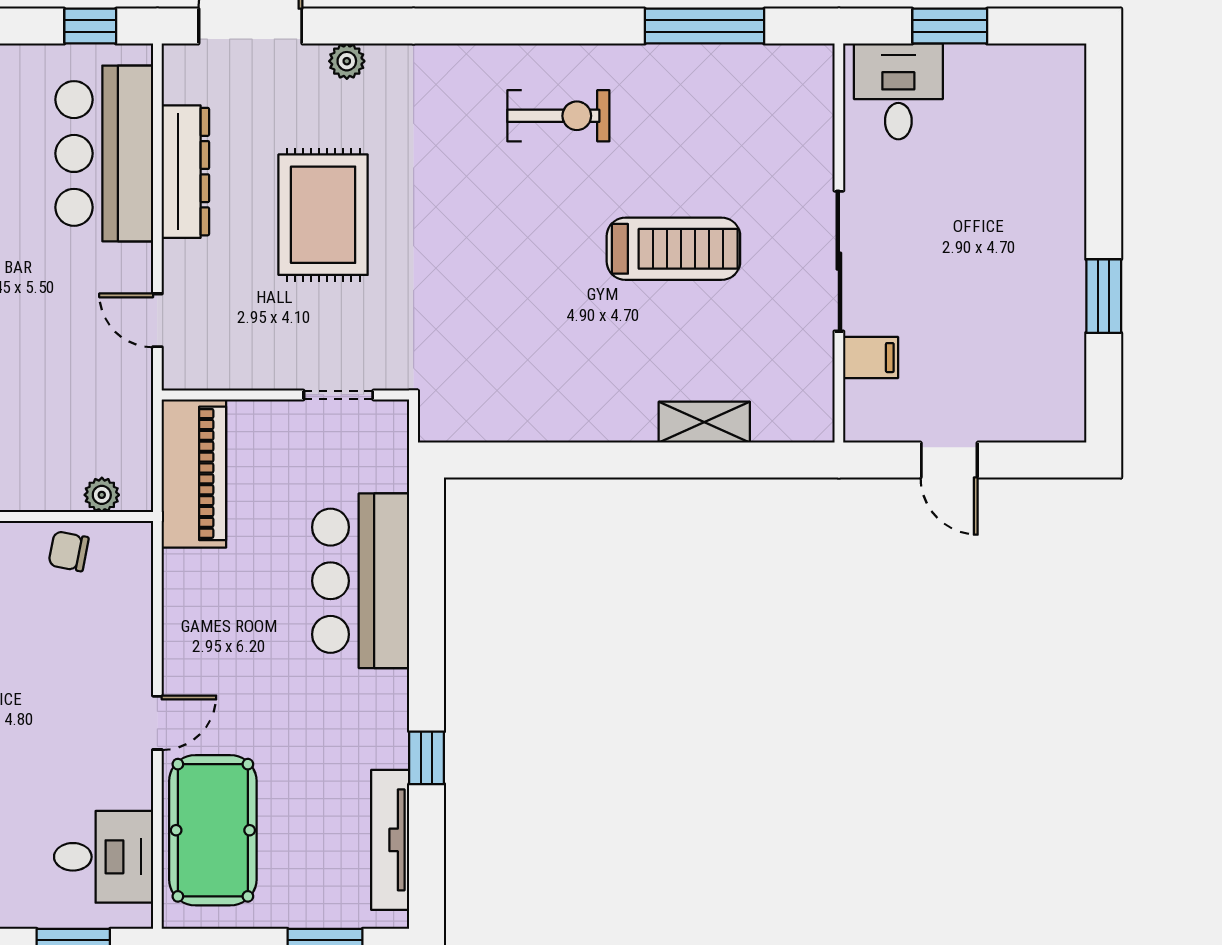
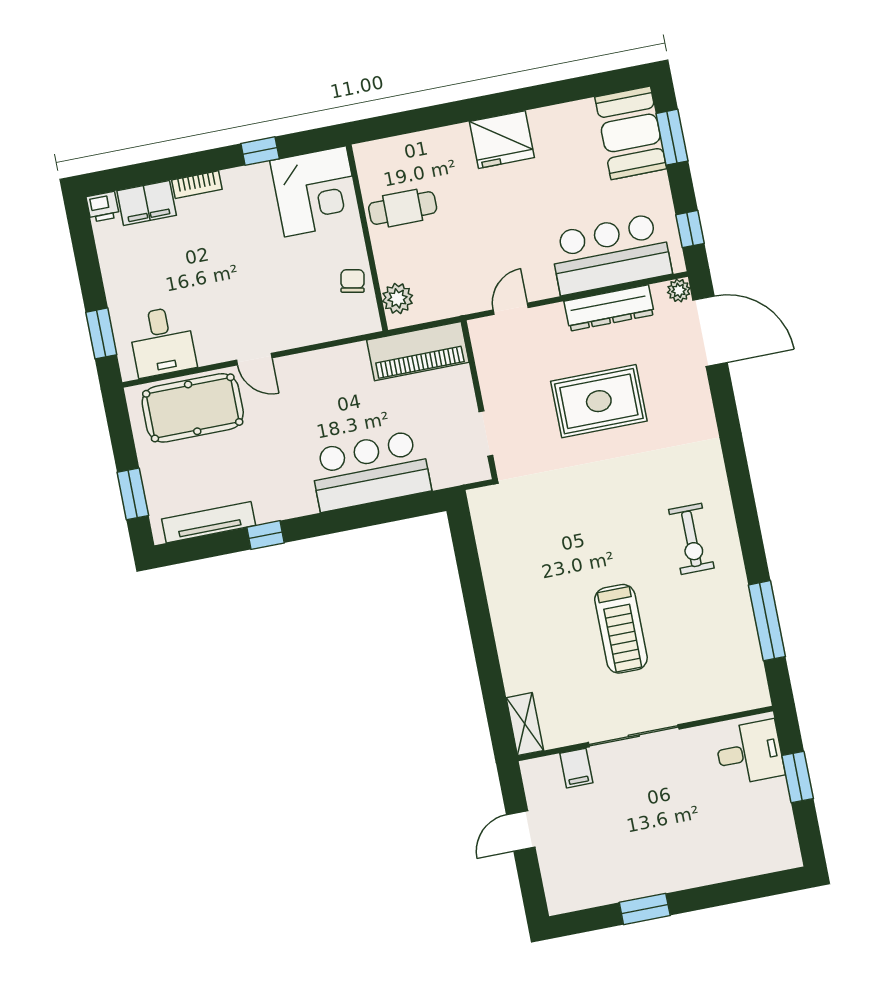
plant: (347, 61) -> (679, 290), moved
shelving: (704, 422) -> (525, 724), moved
plant: (102, 495) -> (398, 298), width x1.38, depth x1.38

